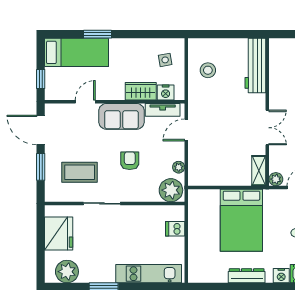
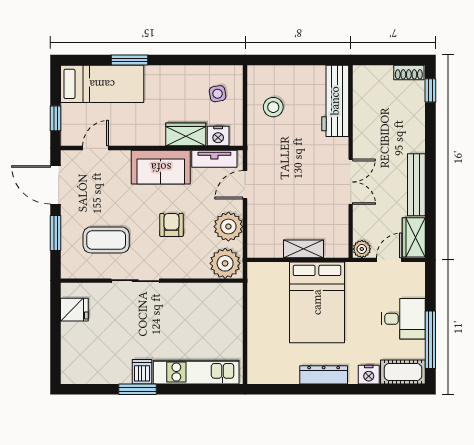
door: (85, 102) -> (96, 148), moved
plant: (179, 167) -> (228, 227), width x1.88, depth x1.88
shelving: (259, 171) -> (304, 249), moved, turned 90
dishwasher: (175, 229) -> (142, 372), moved, turned 90
fridge: (59, 233) -> (74, 310), width x0.53, depth x0.75
plant: (67, 272) -> (90, 369), removed

